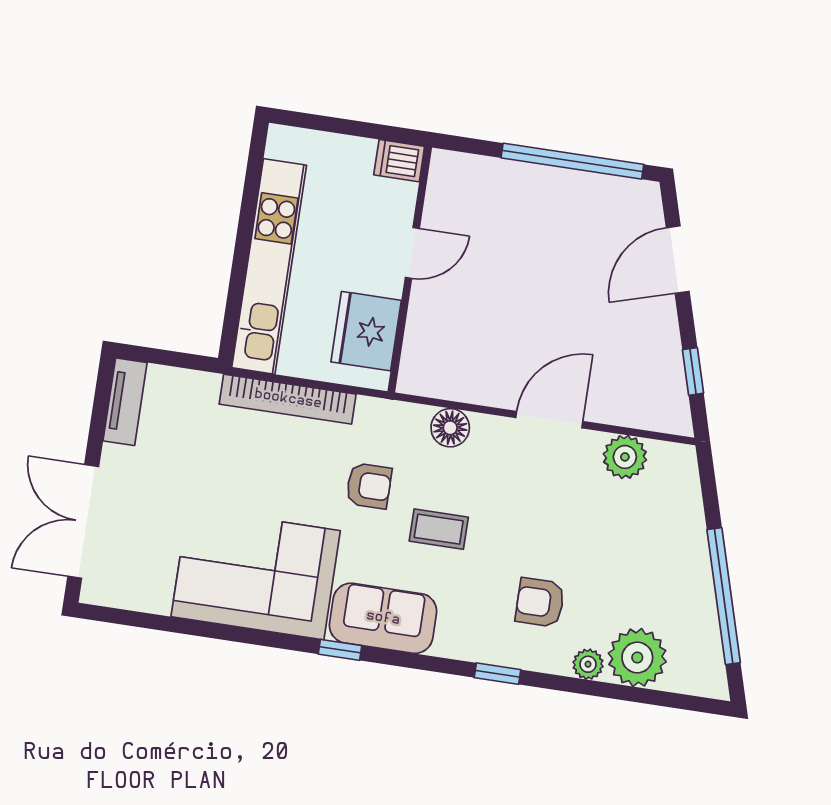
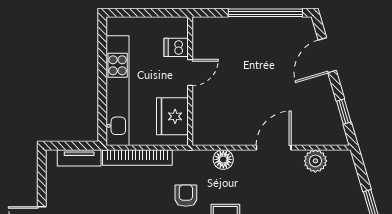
dishwasher: (399, 161) -> (176, 47), moved
tv unit: (125, 402) -> (79, 158), moved, turned 90
armchair: (369, 486) -> (186, 196), turned -90

